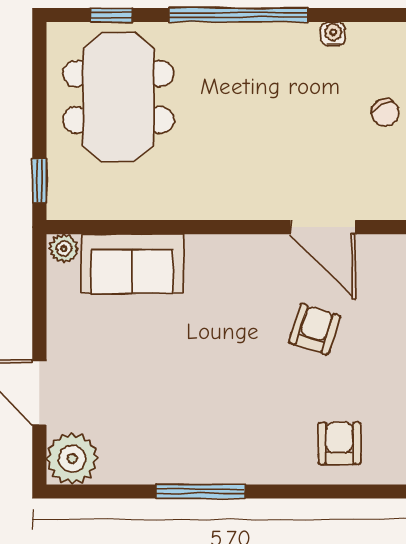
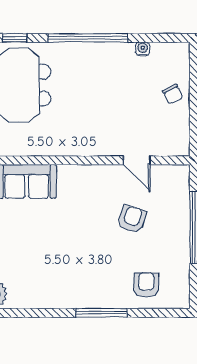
door: (323, 227) -> (137, 160), width x0.73
window: (200, 491) -> (101, 313), moved

